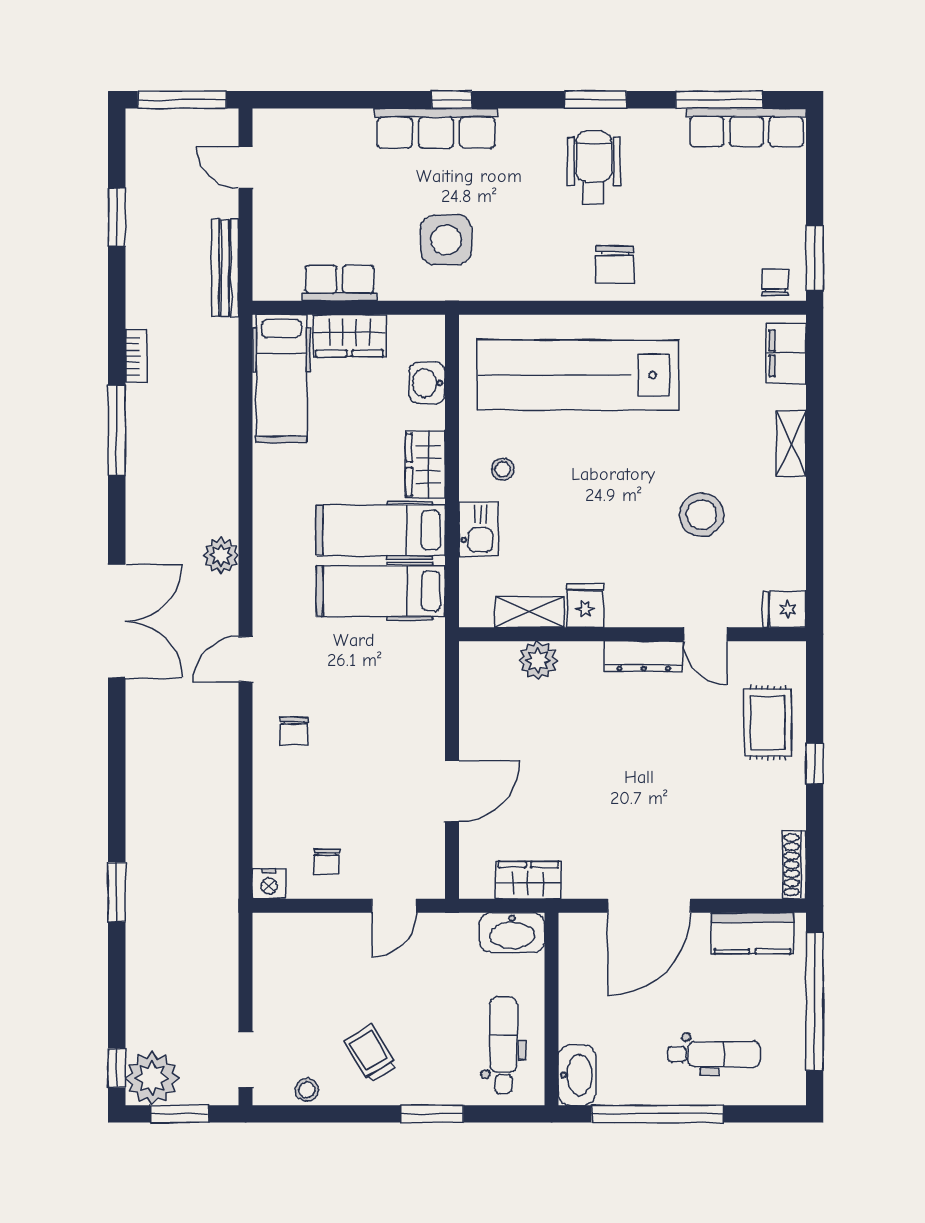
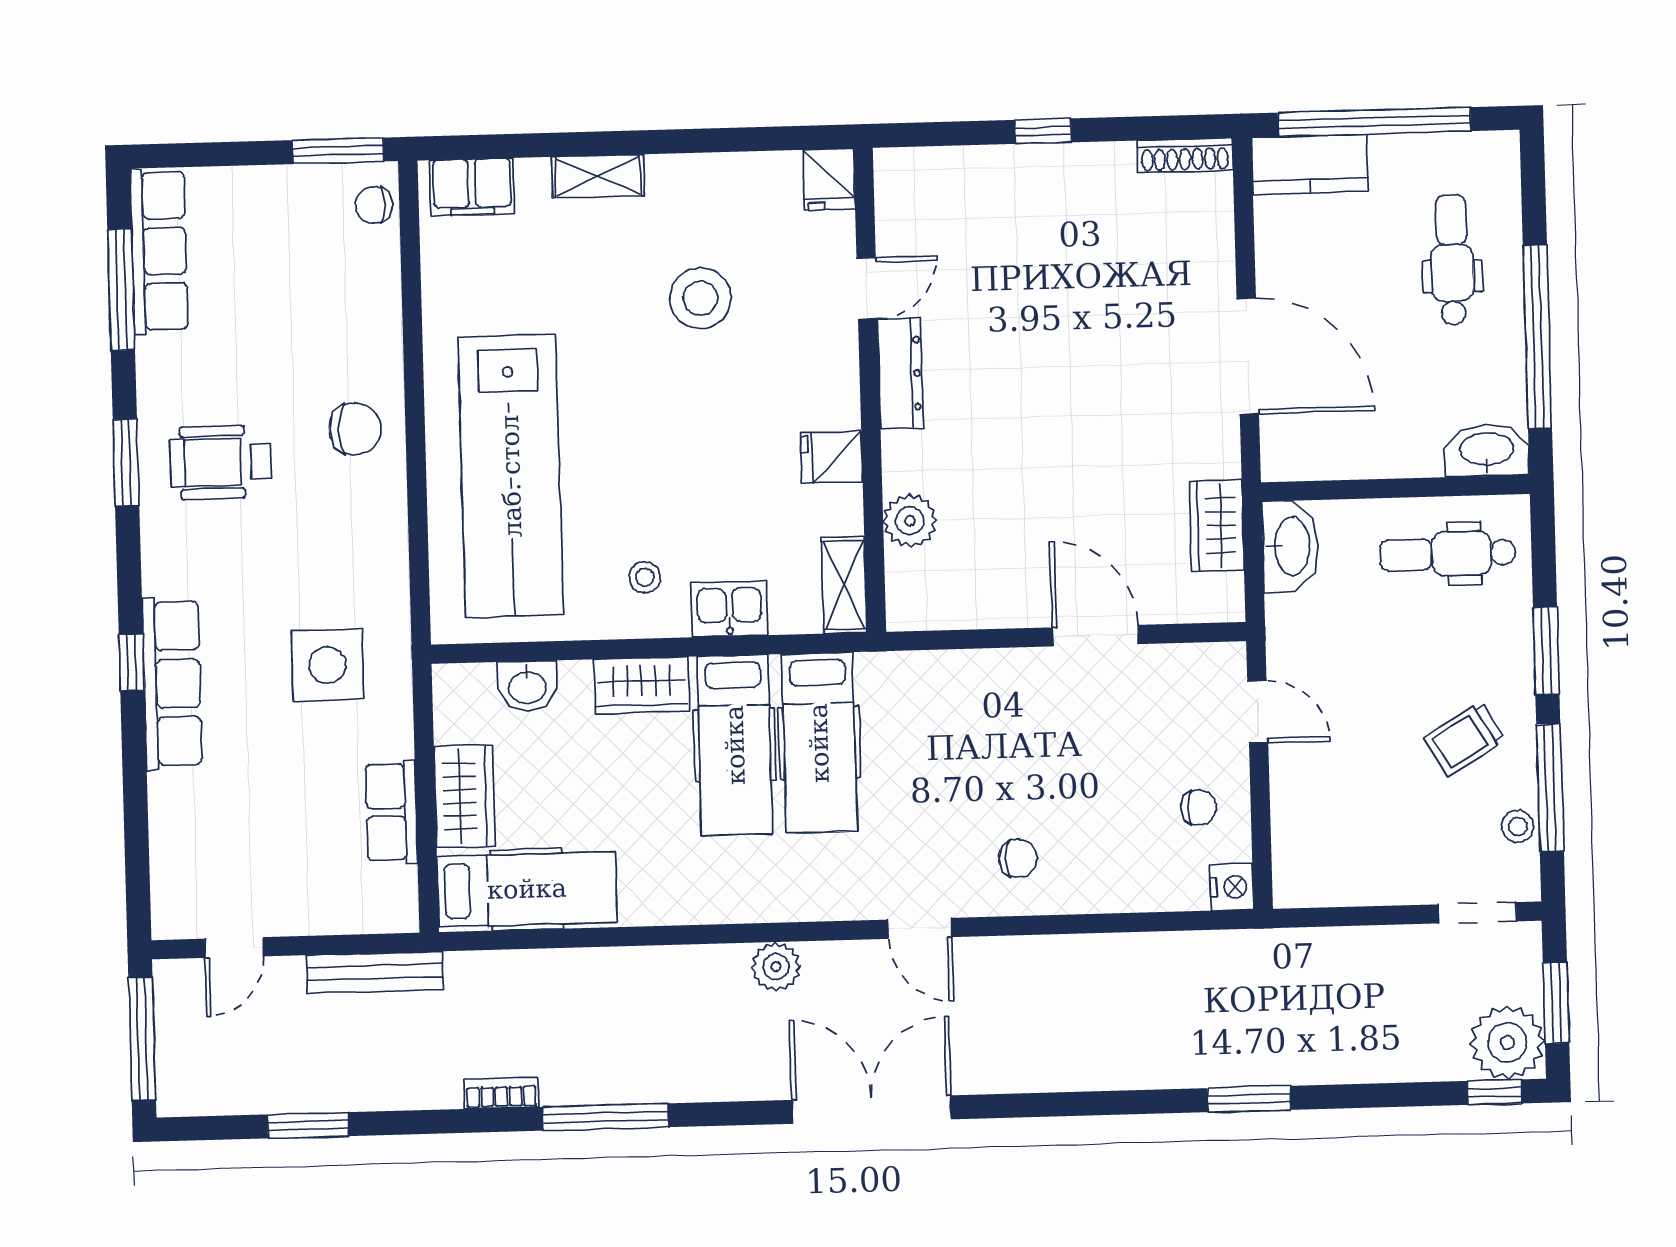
shelving: (530, 612) -> (844, 585), moved
rug: (768, 723) -> (988, 198), removed
kitchen counter: (752, 933) -> (1310, 164), moved, turned 90
window: (334, 1114) -> (1550, 788), added

